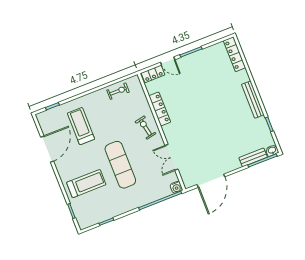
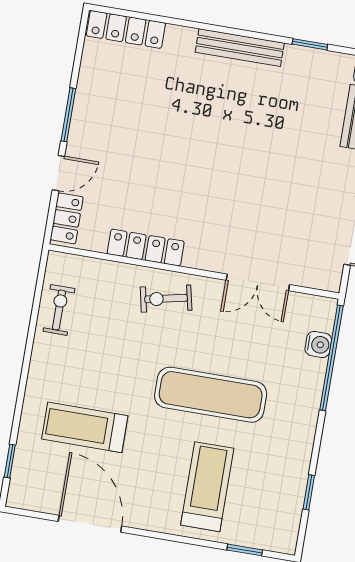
water cooler: (176, 187) -> (318, 344), moved

